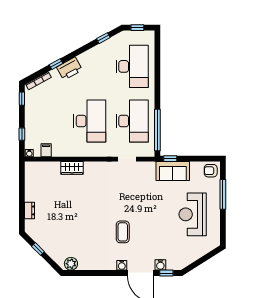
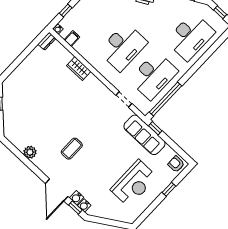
sofa: (173, 171) -> (144, 135), width x1.36
window: (223, 194) -> (169, 189), width x0.46
dresser: (30, 210) -> (47, 41), moved
reception desk: (193, 214) -> (134, 183), turned 180
plant: (71, 264) -> (30, 152), moved
water cooler: (122, 265) -> (84, 206), moved

